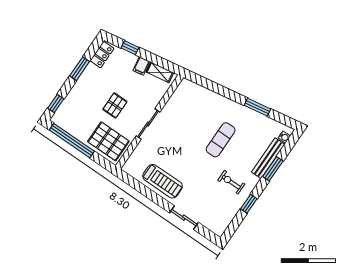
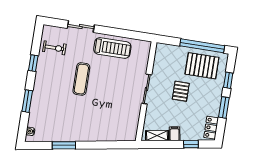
window: (56, 104) -> (228, 80), moved
exercise mat: (221, 140) -> (81, 79), moved
pallet: (108, 141) -> (202, 66), moved
bench: (268, 158) -> (35, 108), removed
treadmill: (163, 181) -> (112, 48), turned 180
exercise bike: (231, 182) -> (54, 48), moved

